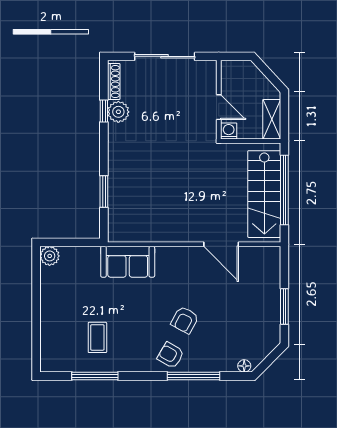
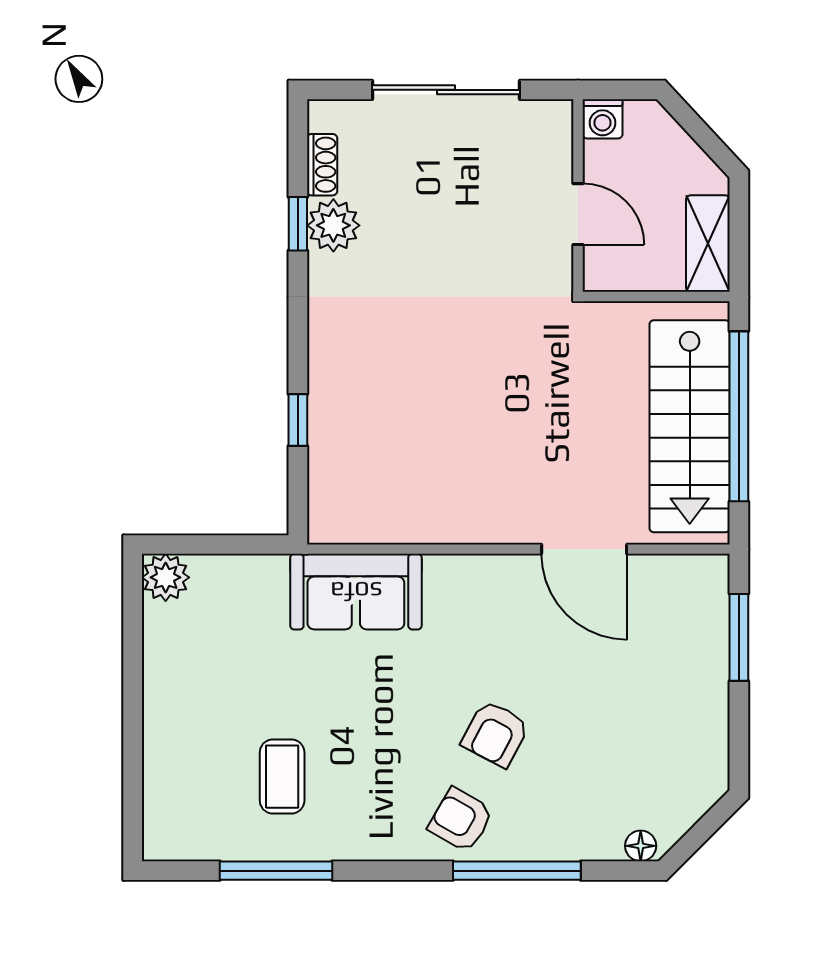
shoe rack: (114, 82) -> (322, 165), width x0.70
washing machine: (229, 131) -> (603, 119), moved, turned 180
window: (104, 191) -> (298, 420), width x0.67
window: (284, 306) -> (739, 637), moved

